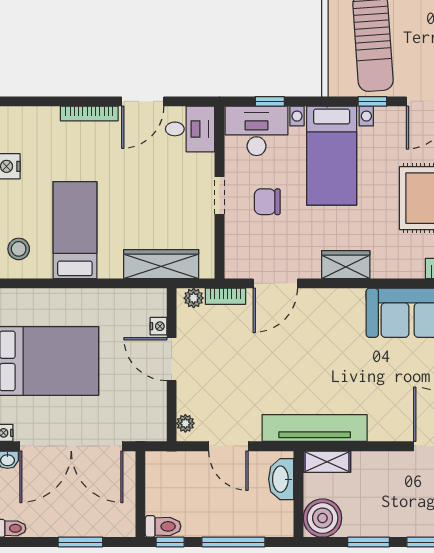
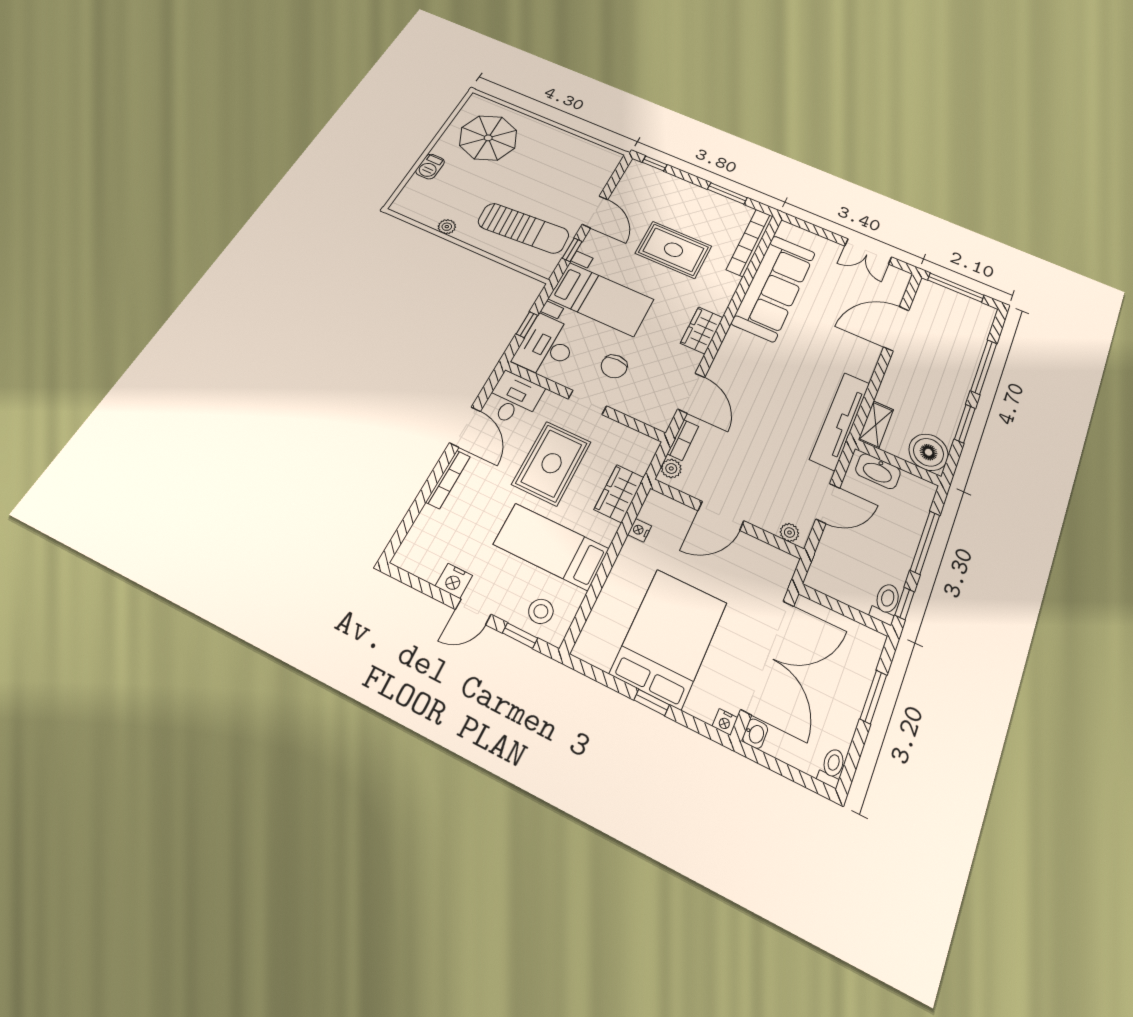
rug: (147, 193) -> (552, 463), added
wardrobe: (161, 264) -> (619, 493), width x0.67
nightstand: (159, 326) -> (640, 530), moved, turned -90

